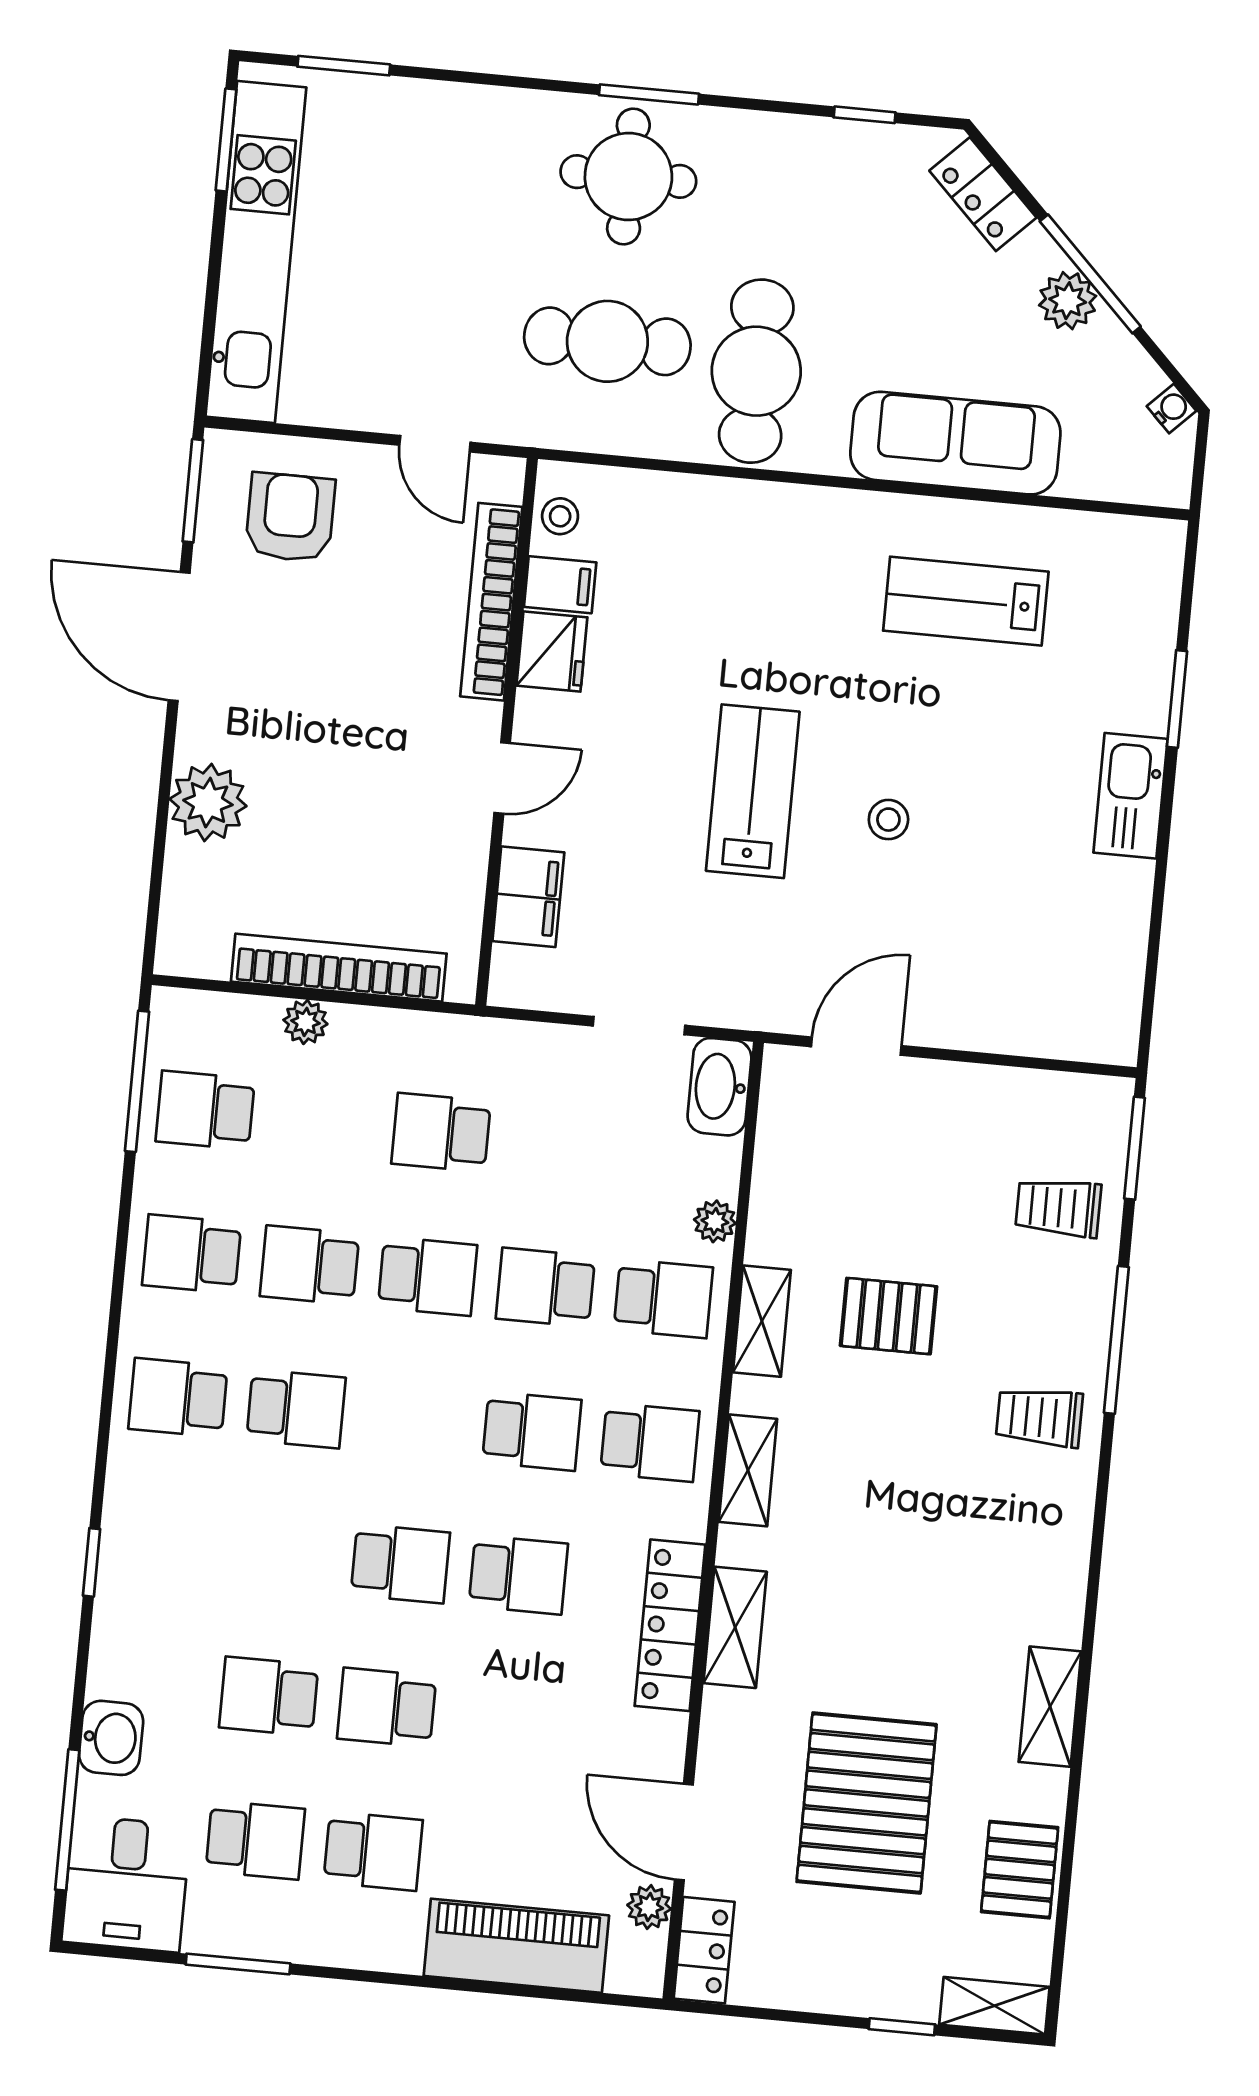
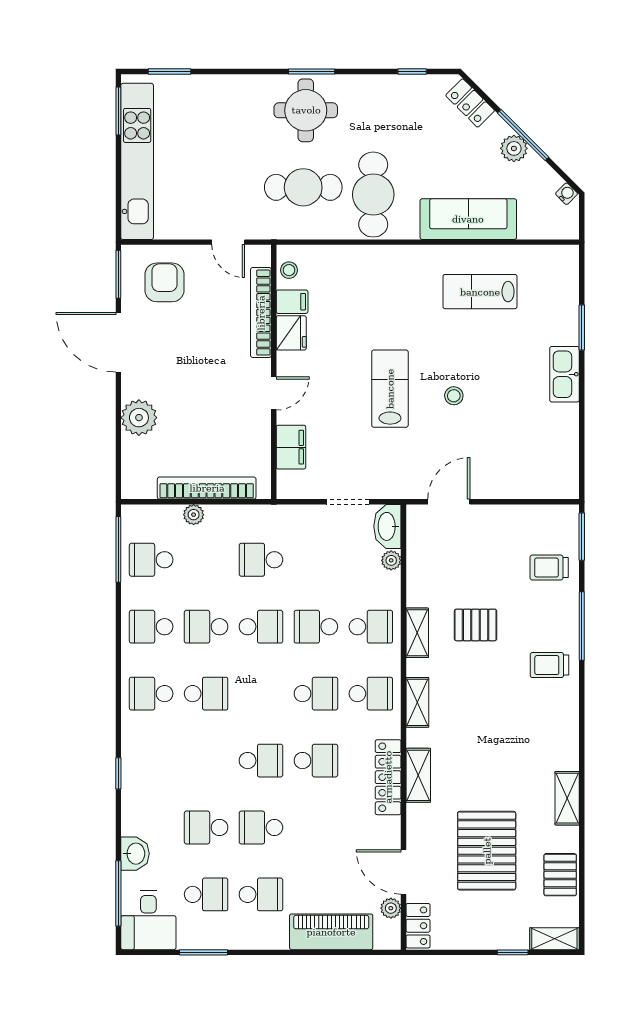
plant: (715, 1221) -> (391, 560), moved

